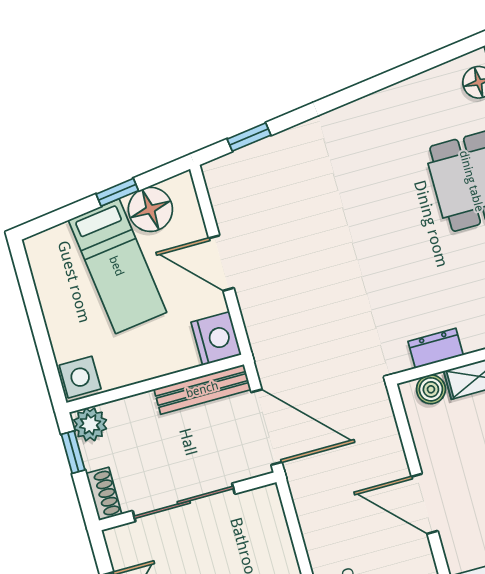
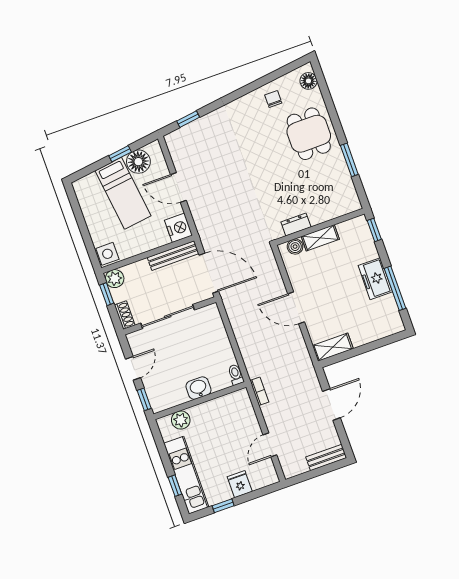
chair: (411, 111) -> (273, 99), added

